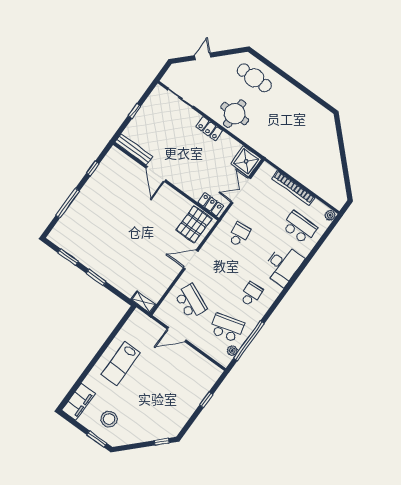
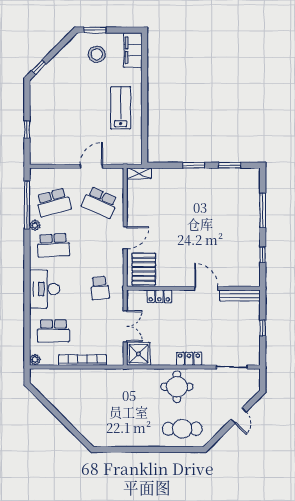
locker: (211, 204) -> (159, 296), moved
school desk: (251, 294) -> (53, 245), width x1.85
plant: (232, 350) -> (35, 225), moved

